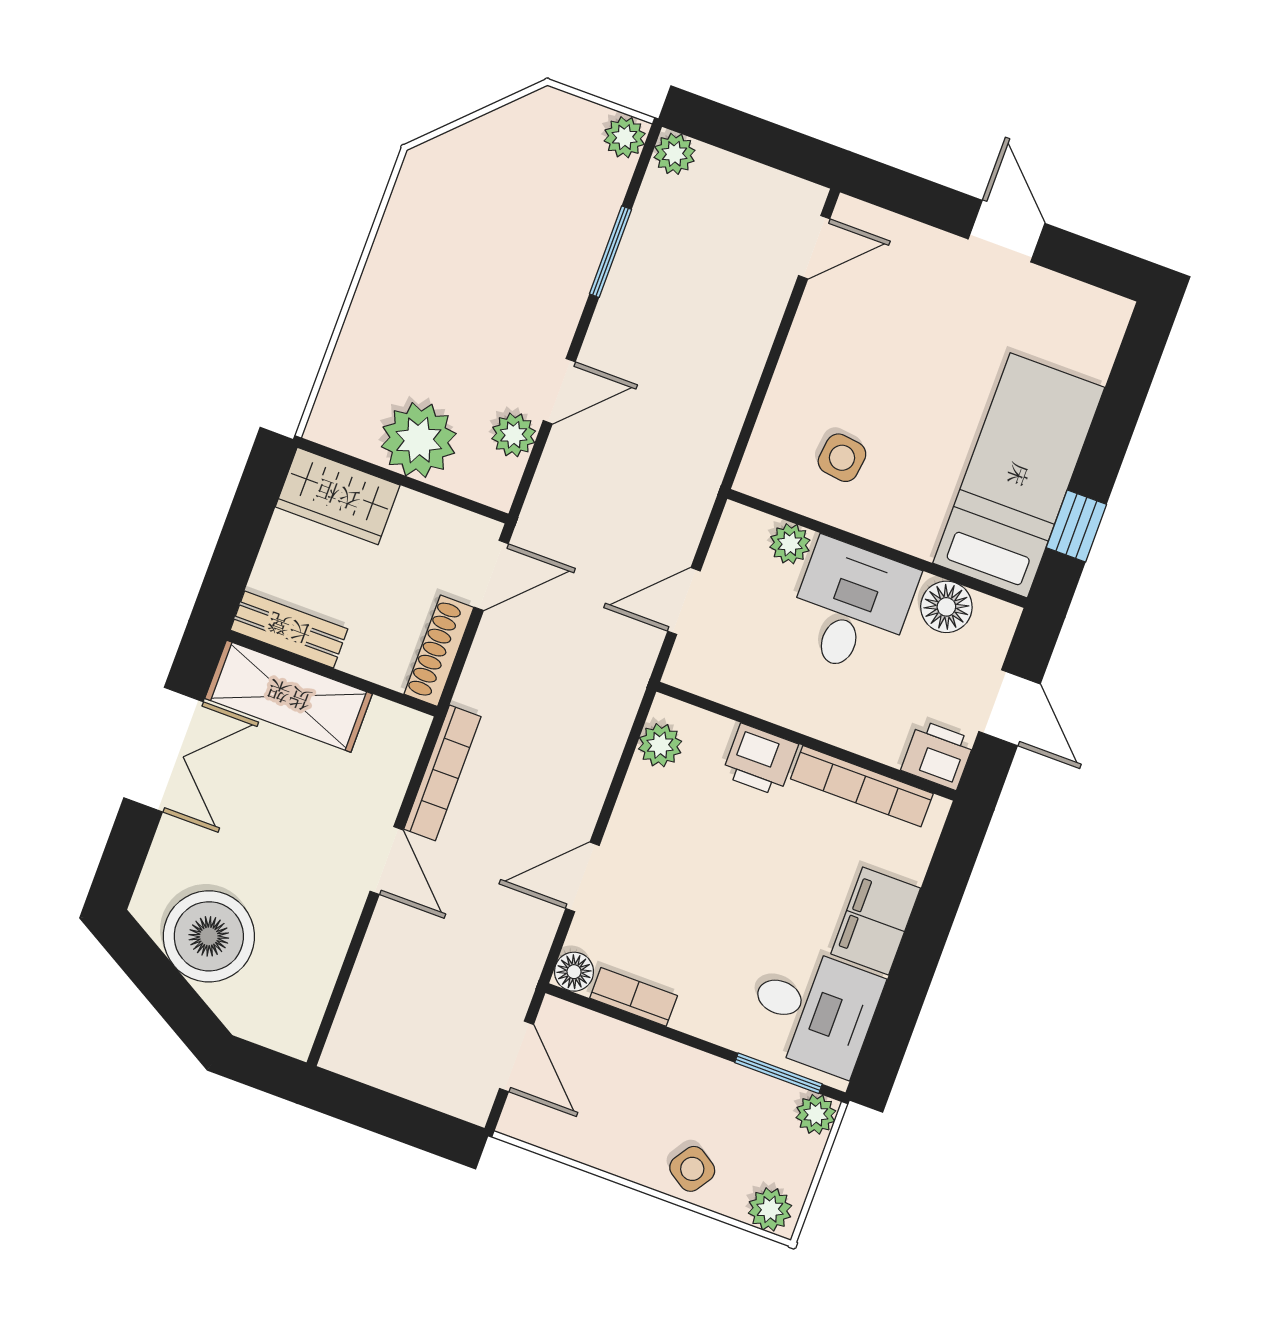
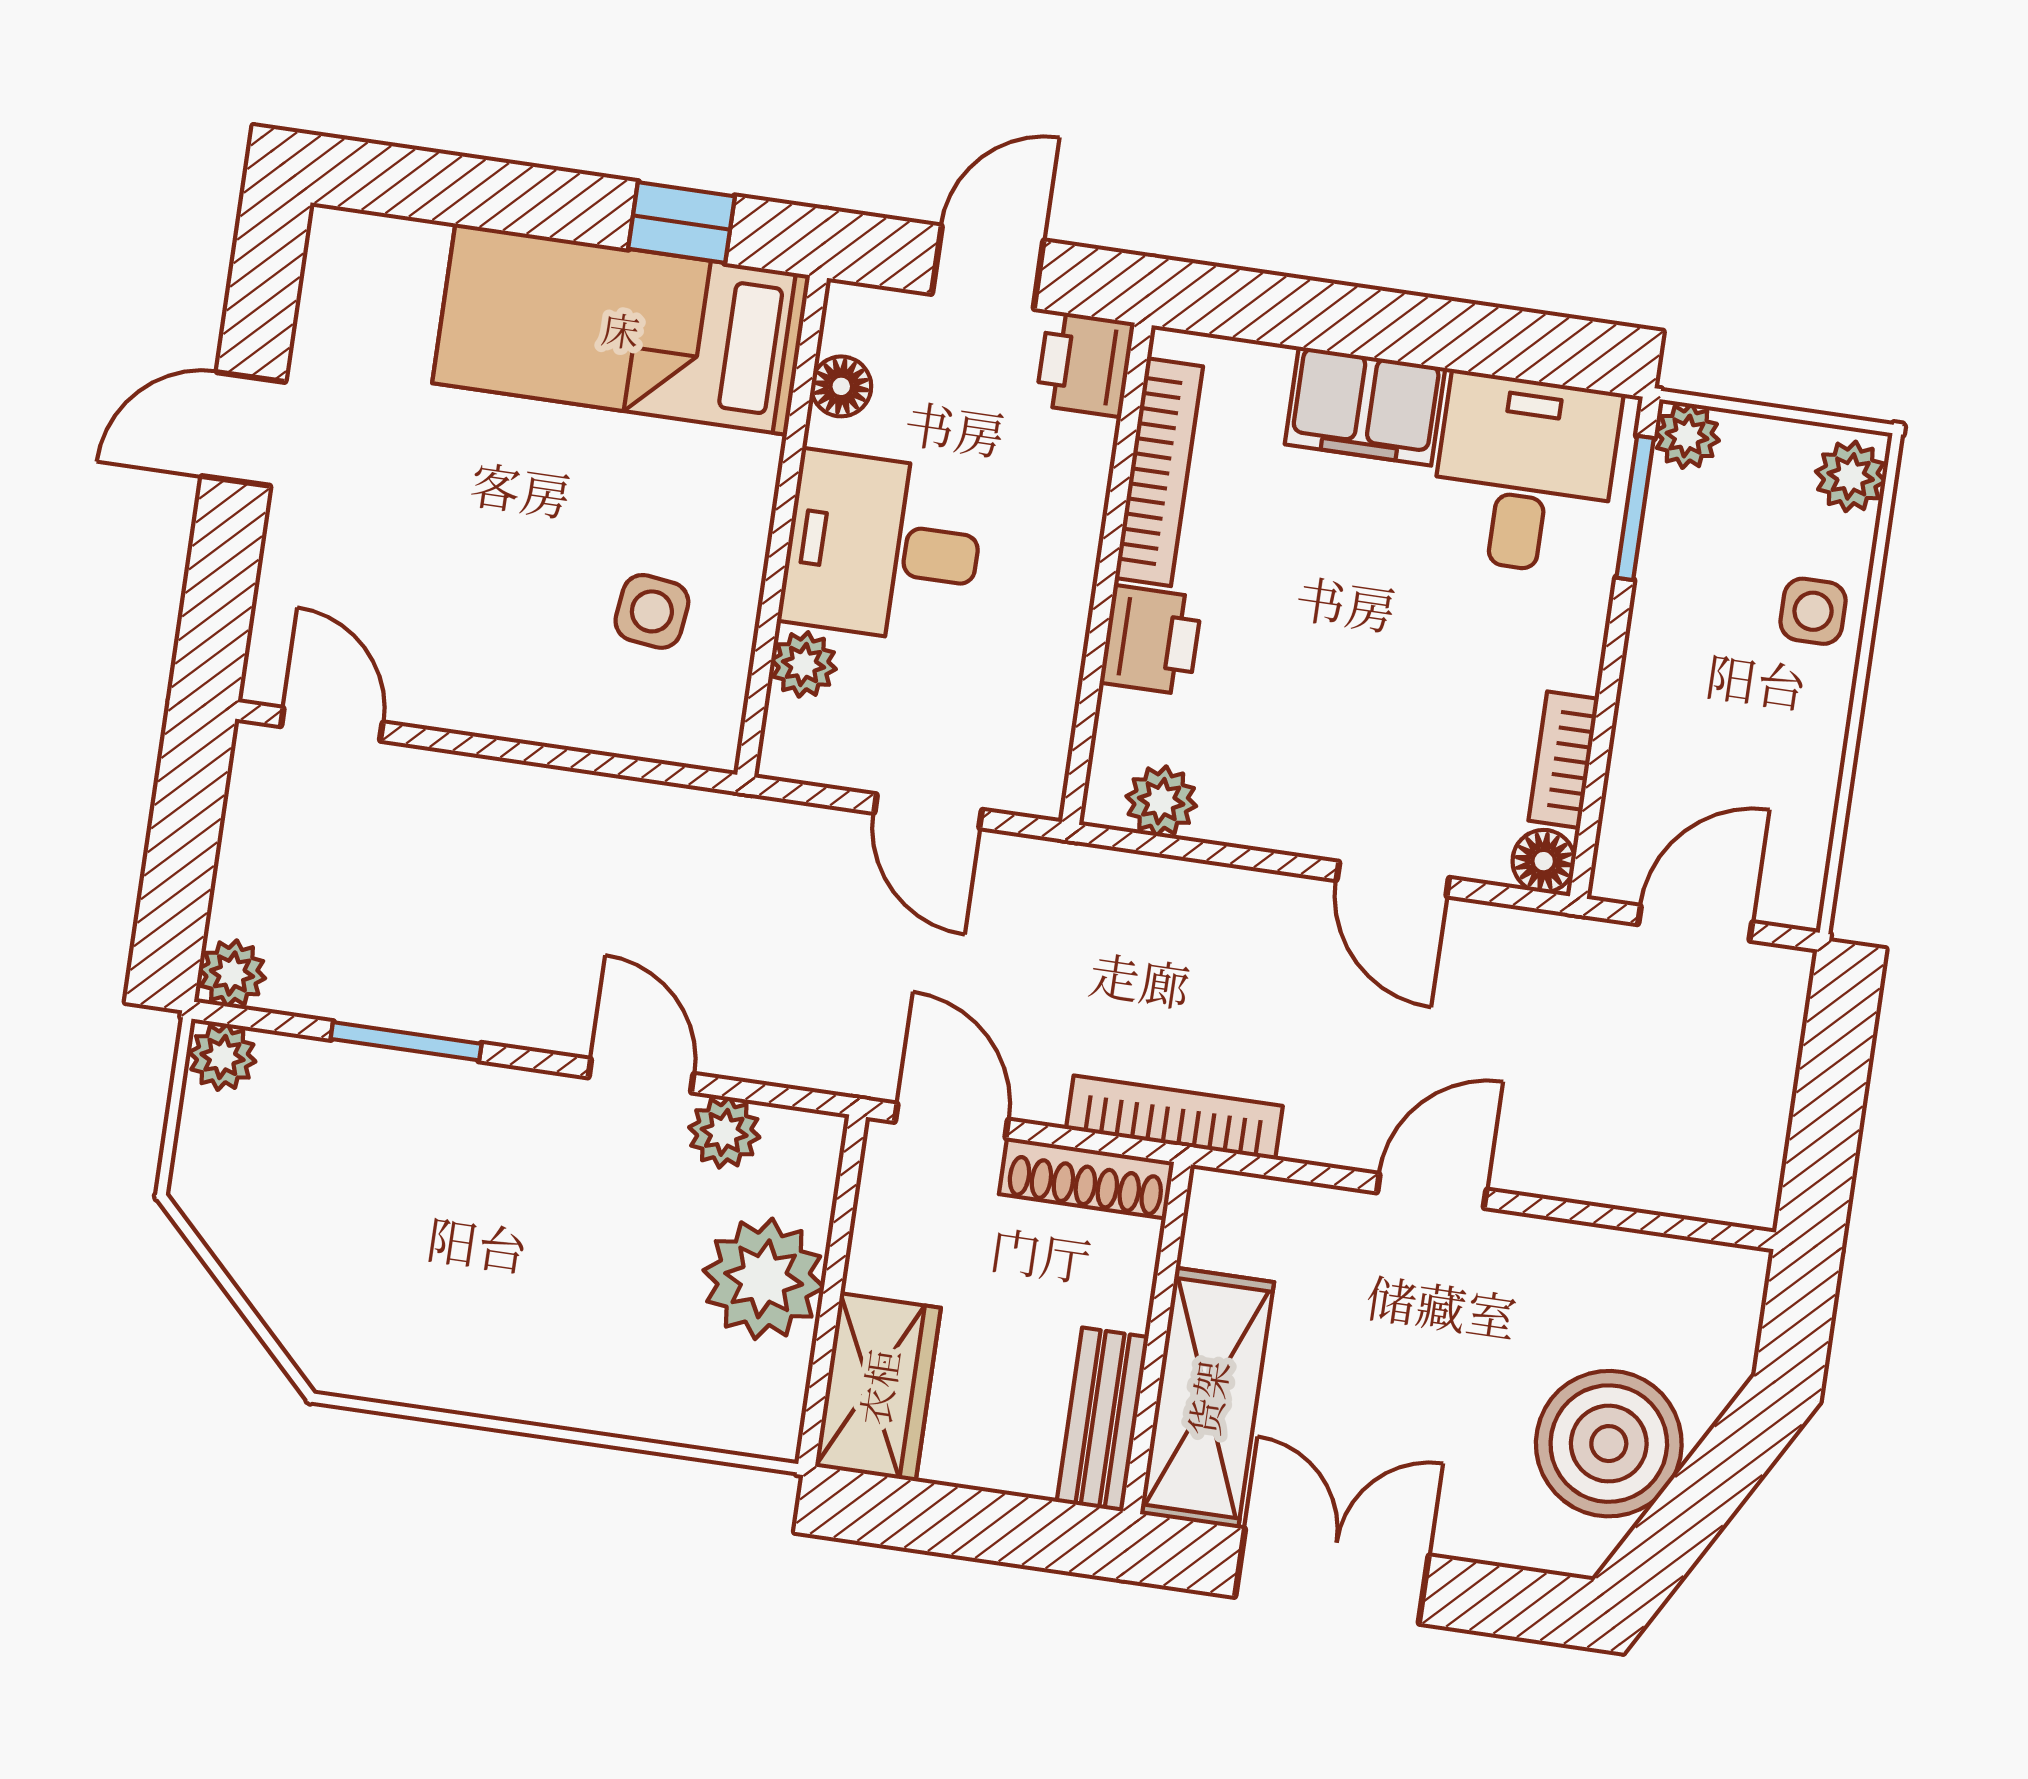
floor lamp: (946, 607) -> (841, 386), width x0.73, depth x0.73
bookcase: (442, 773) -> (1174, 1117), moved
side table: (692, 1169) -> (1813, 611), turned -33

